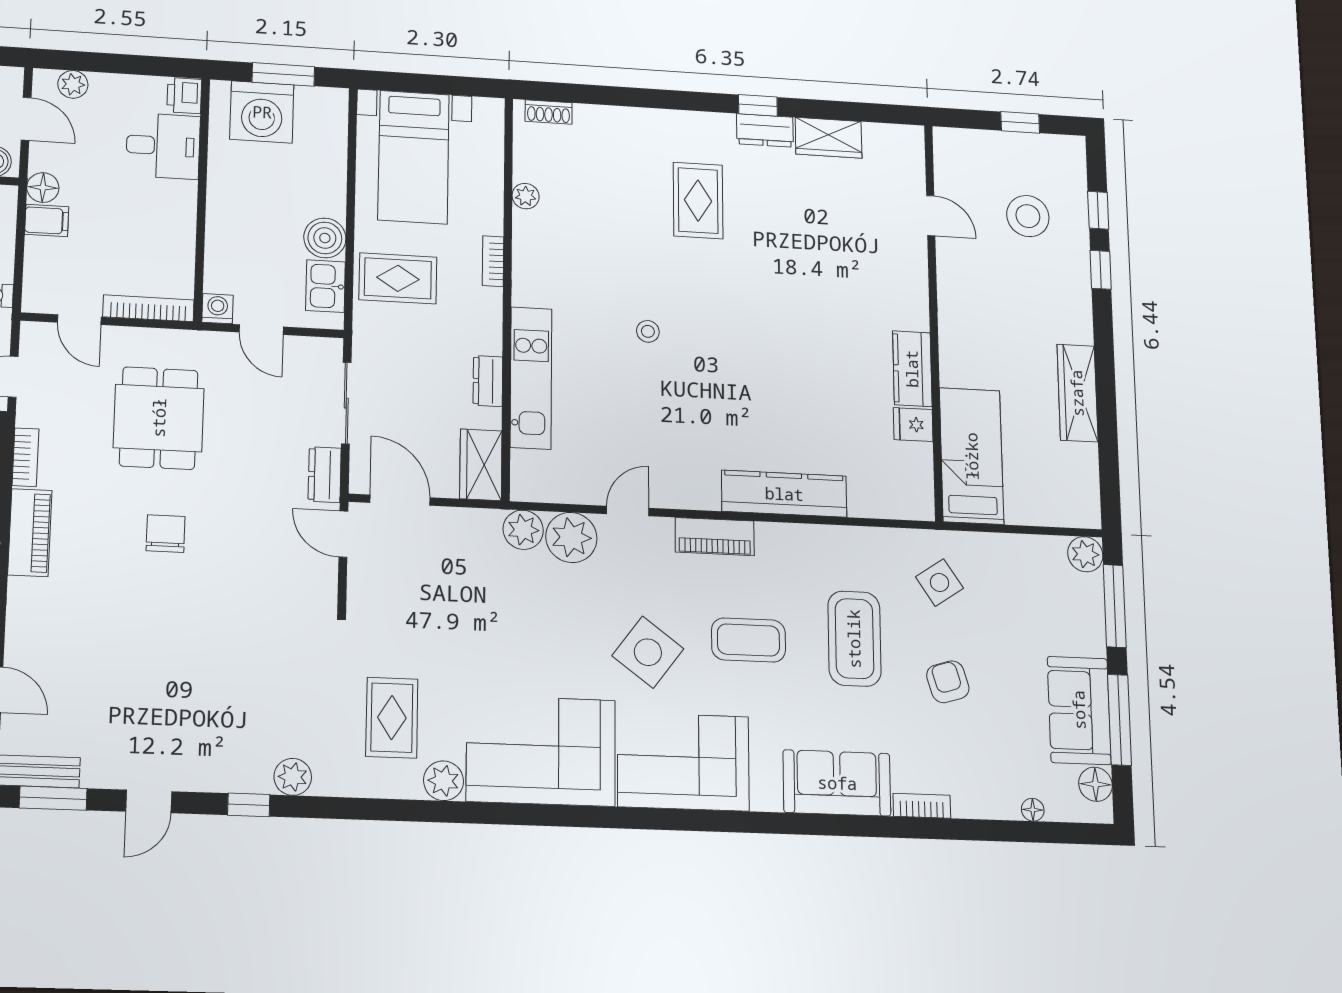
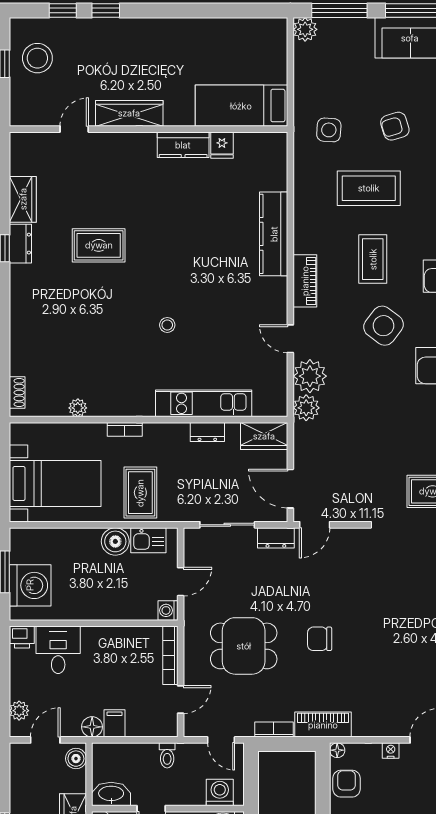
rug: (698, 201) -> (99, 245), moved
stool: (1028, 216) -> (37, 58), moved
wardrobe: (1077, 393) -> (129, 113), moved, turned 180
door: (400, 500) -> (290, 489), hinge flipped
side table: (939, 583) -> (329, 130), turned 38

